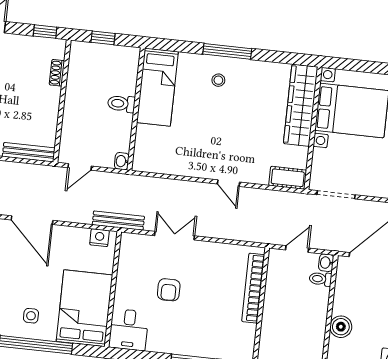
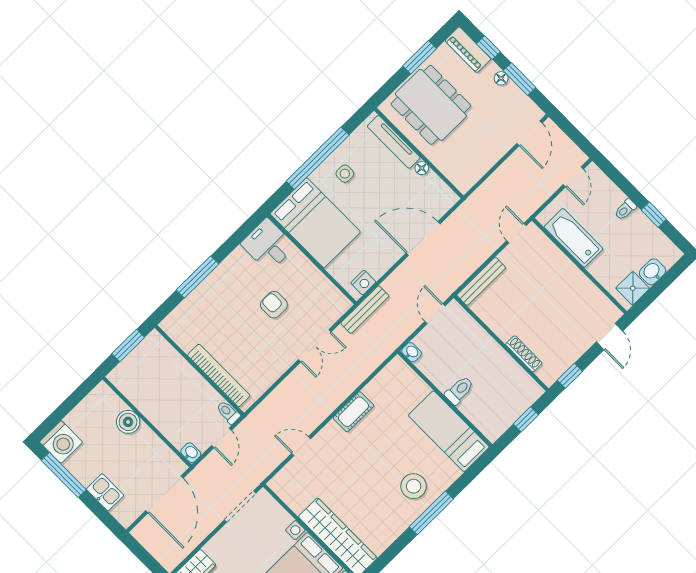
shoe rack: (57, 73) -> (524, 354), width x1.43
stool: (218, 80) -> (414, 486), width x1.89, depth x1.89
cot: (288, 178) -> (353, 412), moved
door: (229, 183) -> (301, 446), moved
toilet: (320, 279) -> (228, 412), moved, turned -90

